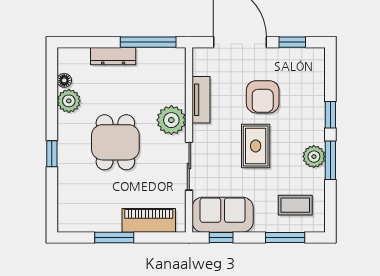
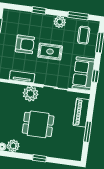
window: (330, 160) -> (78, 16), moved

